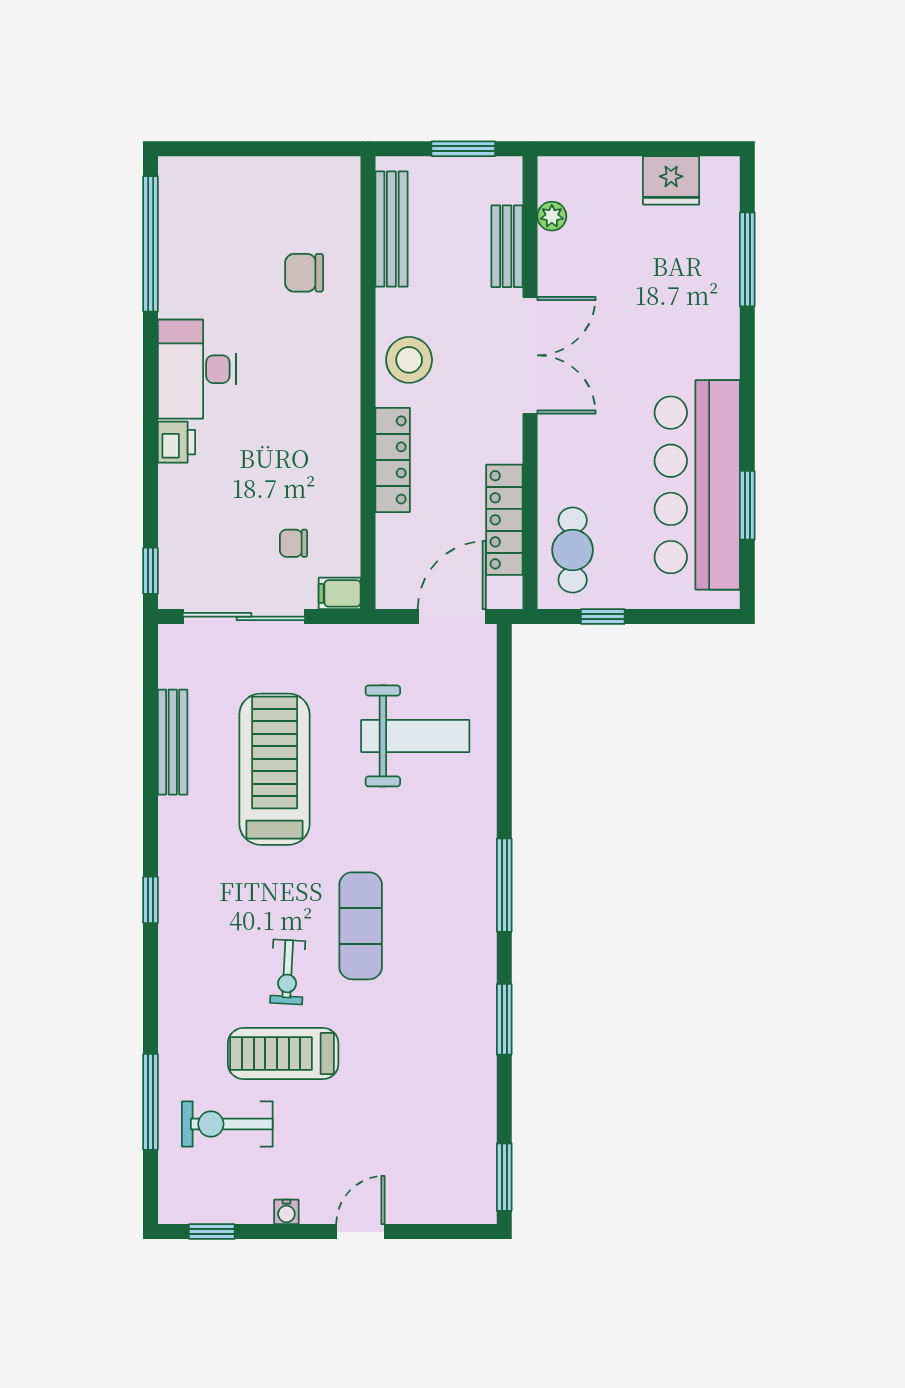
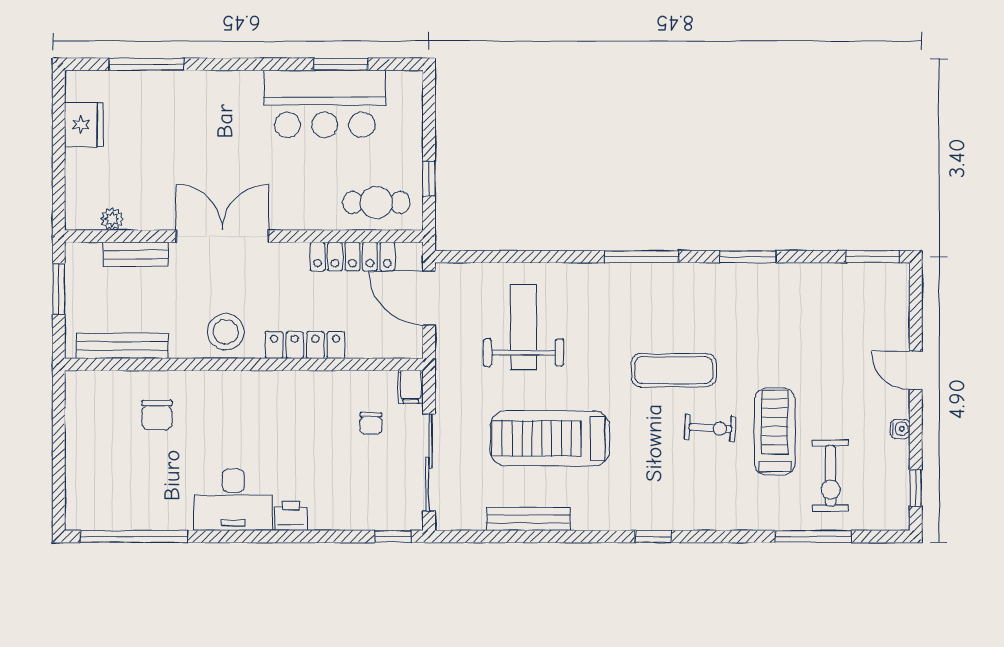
bar counter: (697, 485) -> (325, 104), width x0.73
treadmill: (283, 1053) -> (775, 432), turned 180

